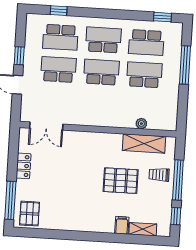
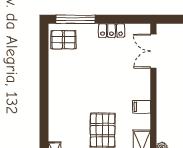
filing cabinet: (122, 225) -> (142, 107), moved, turned 180

